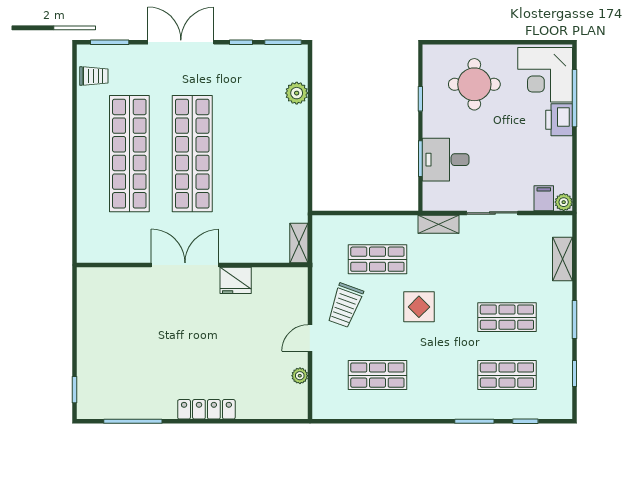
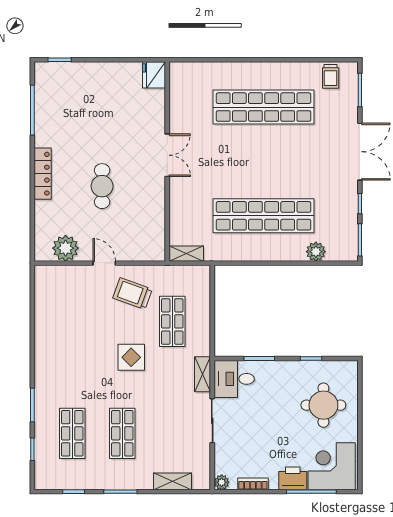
shop shelf: (192, 154) -> (264, 216), moved
desk: (446, 160) -> (234, 379), moved, turned -90
bookcase: (565, 166) -> (253, 484), added
filing cabinet: (544, 198) -> (225, 465), removed
double door: (185, 265) -> (167, 155), width x0.73
fridge: (236, 280) -> (154, 75), moved
cafe table: (221, 341) -> (102, 186), added
shop shelf: (377, 375) -> (72, 321), removed
plant: (300, 376) -> (66, 248), width x1.87, depth x1.87

